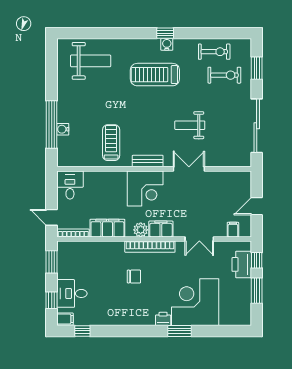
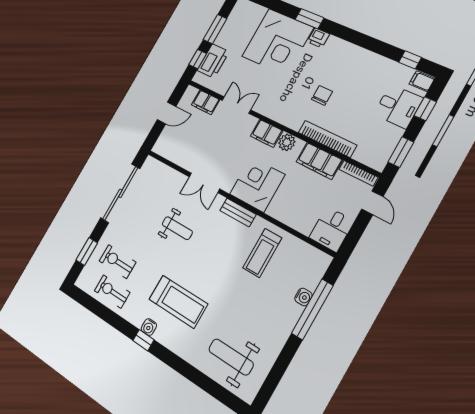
filing cabinet: (233, 230) -> (206, 102), width x2.00
bookcase: (150, 247) -> (327, 139), moved
chair: (134, 277) -> (322, 95), turned 90

